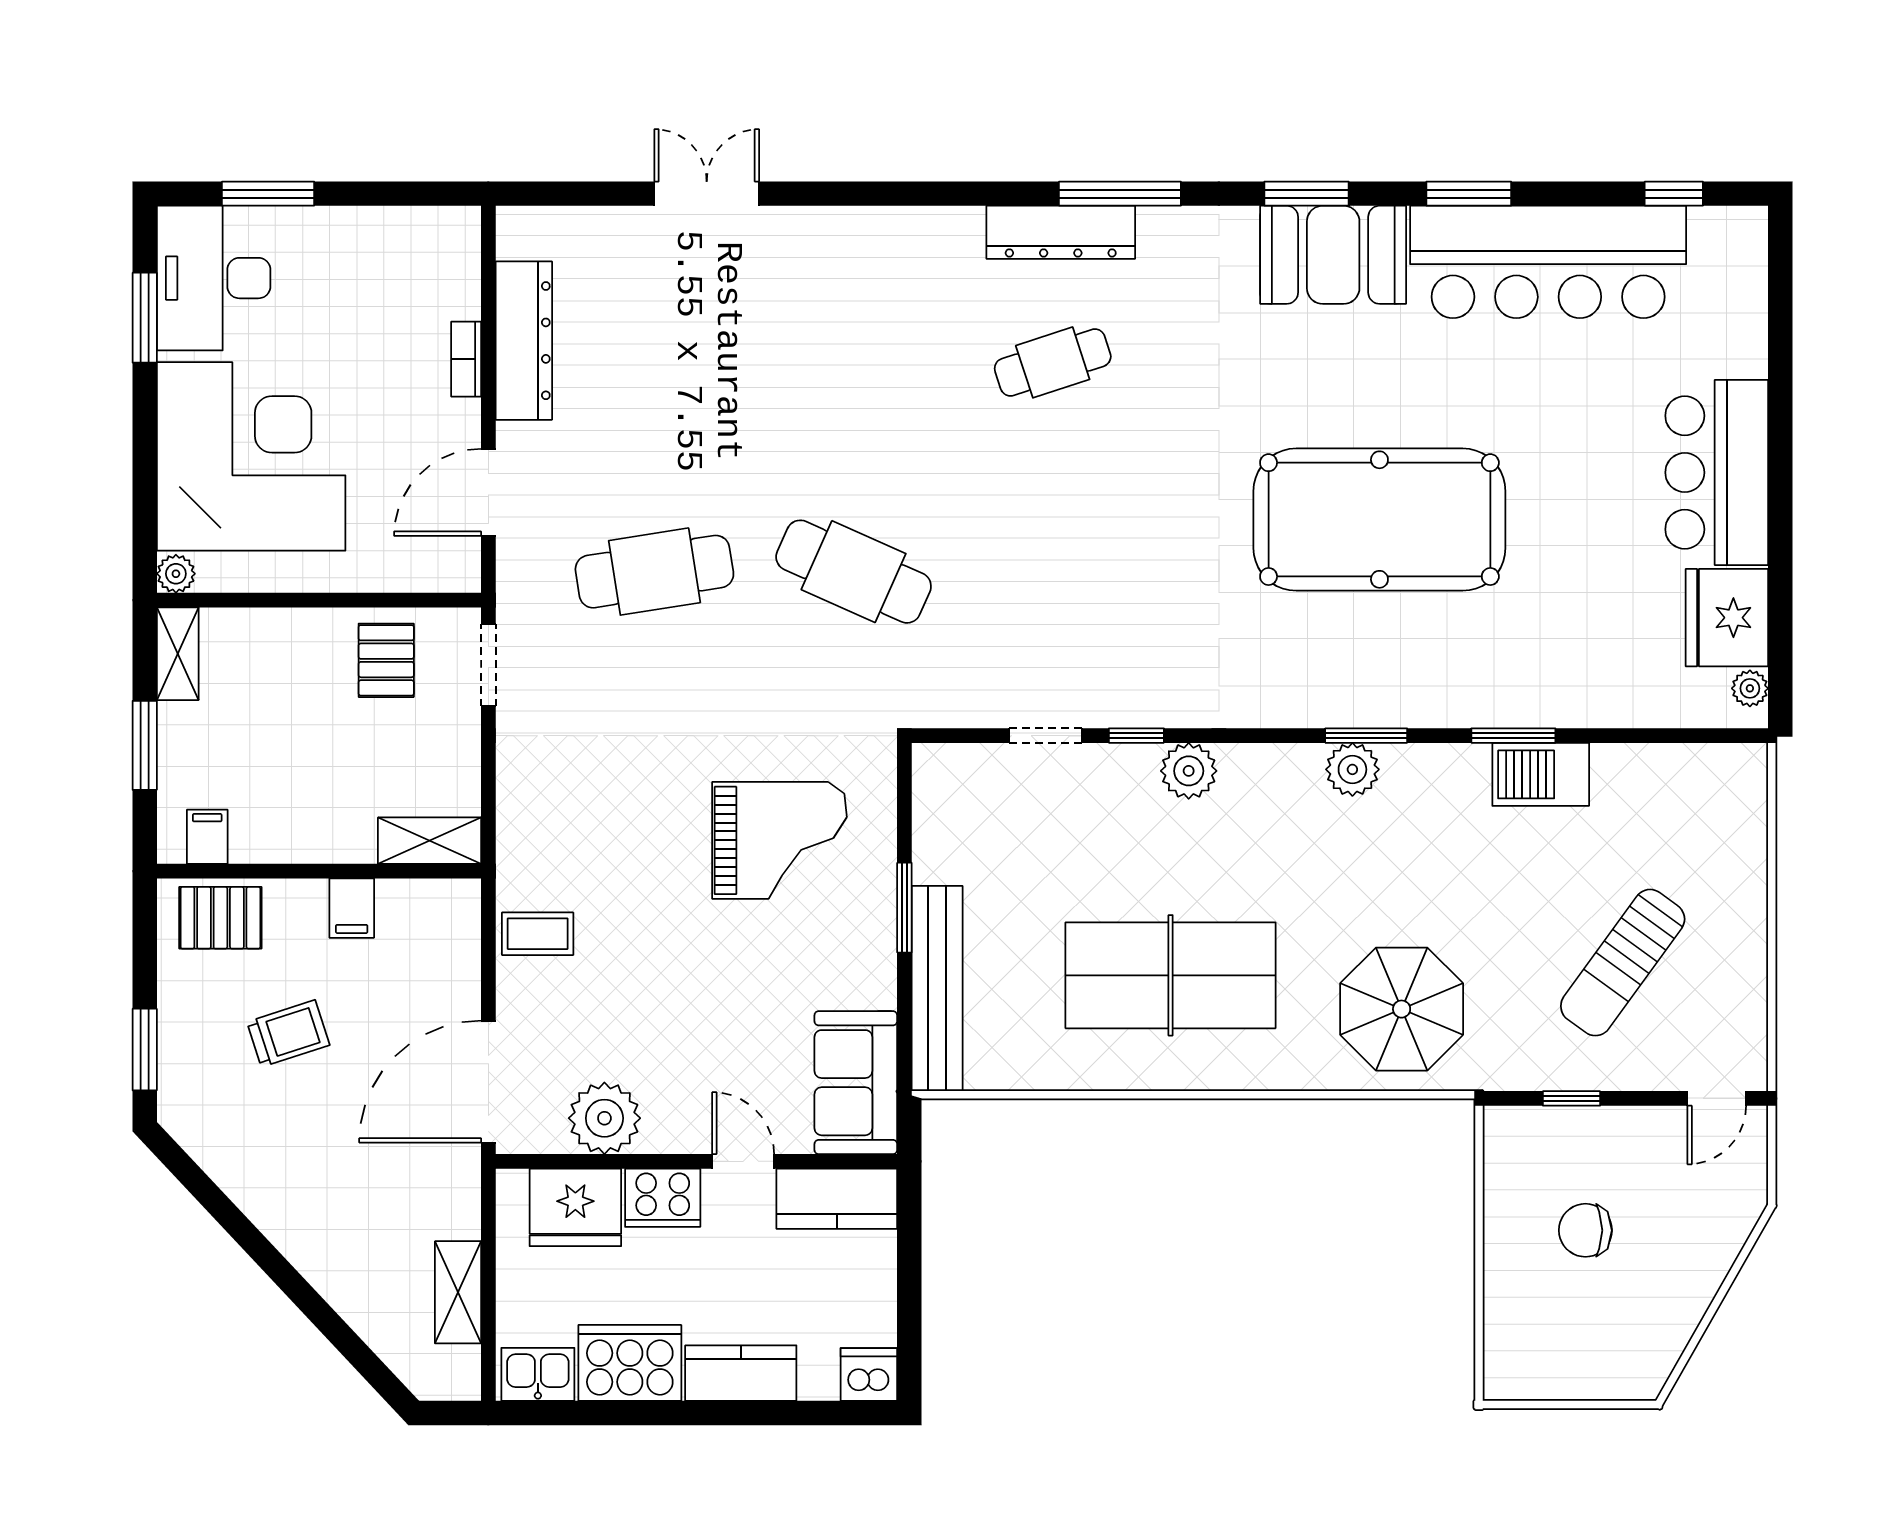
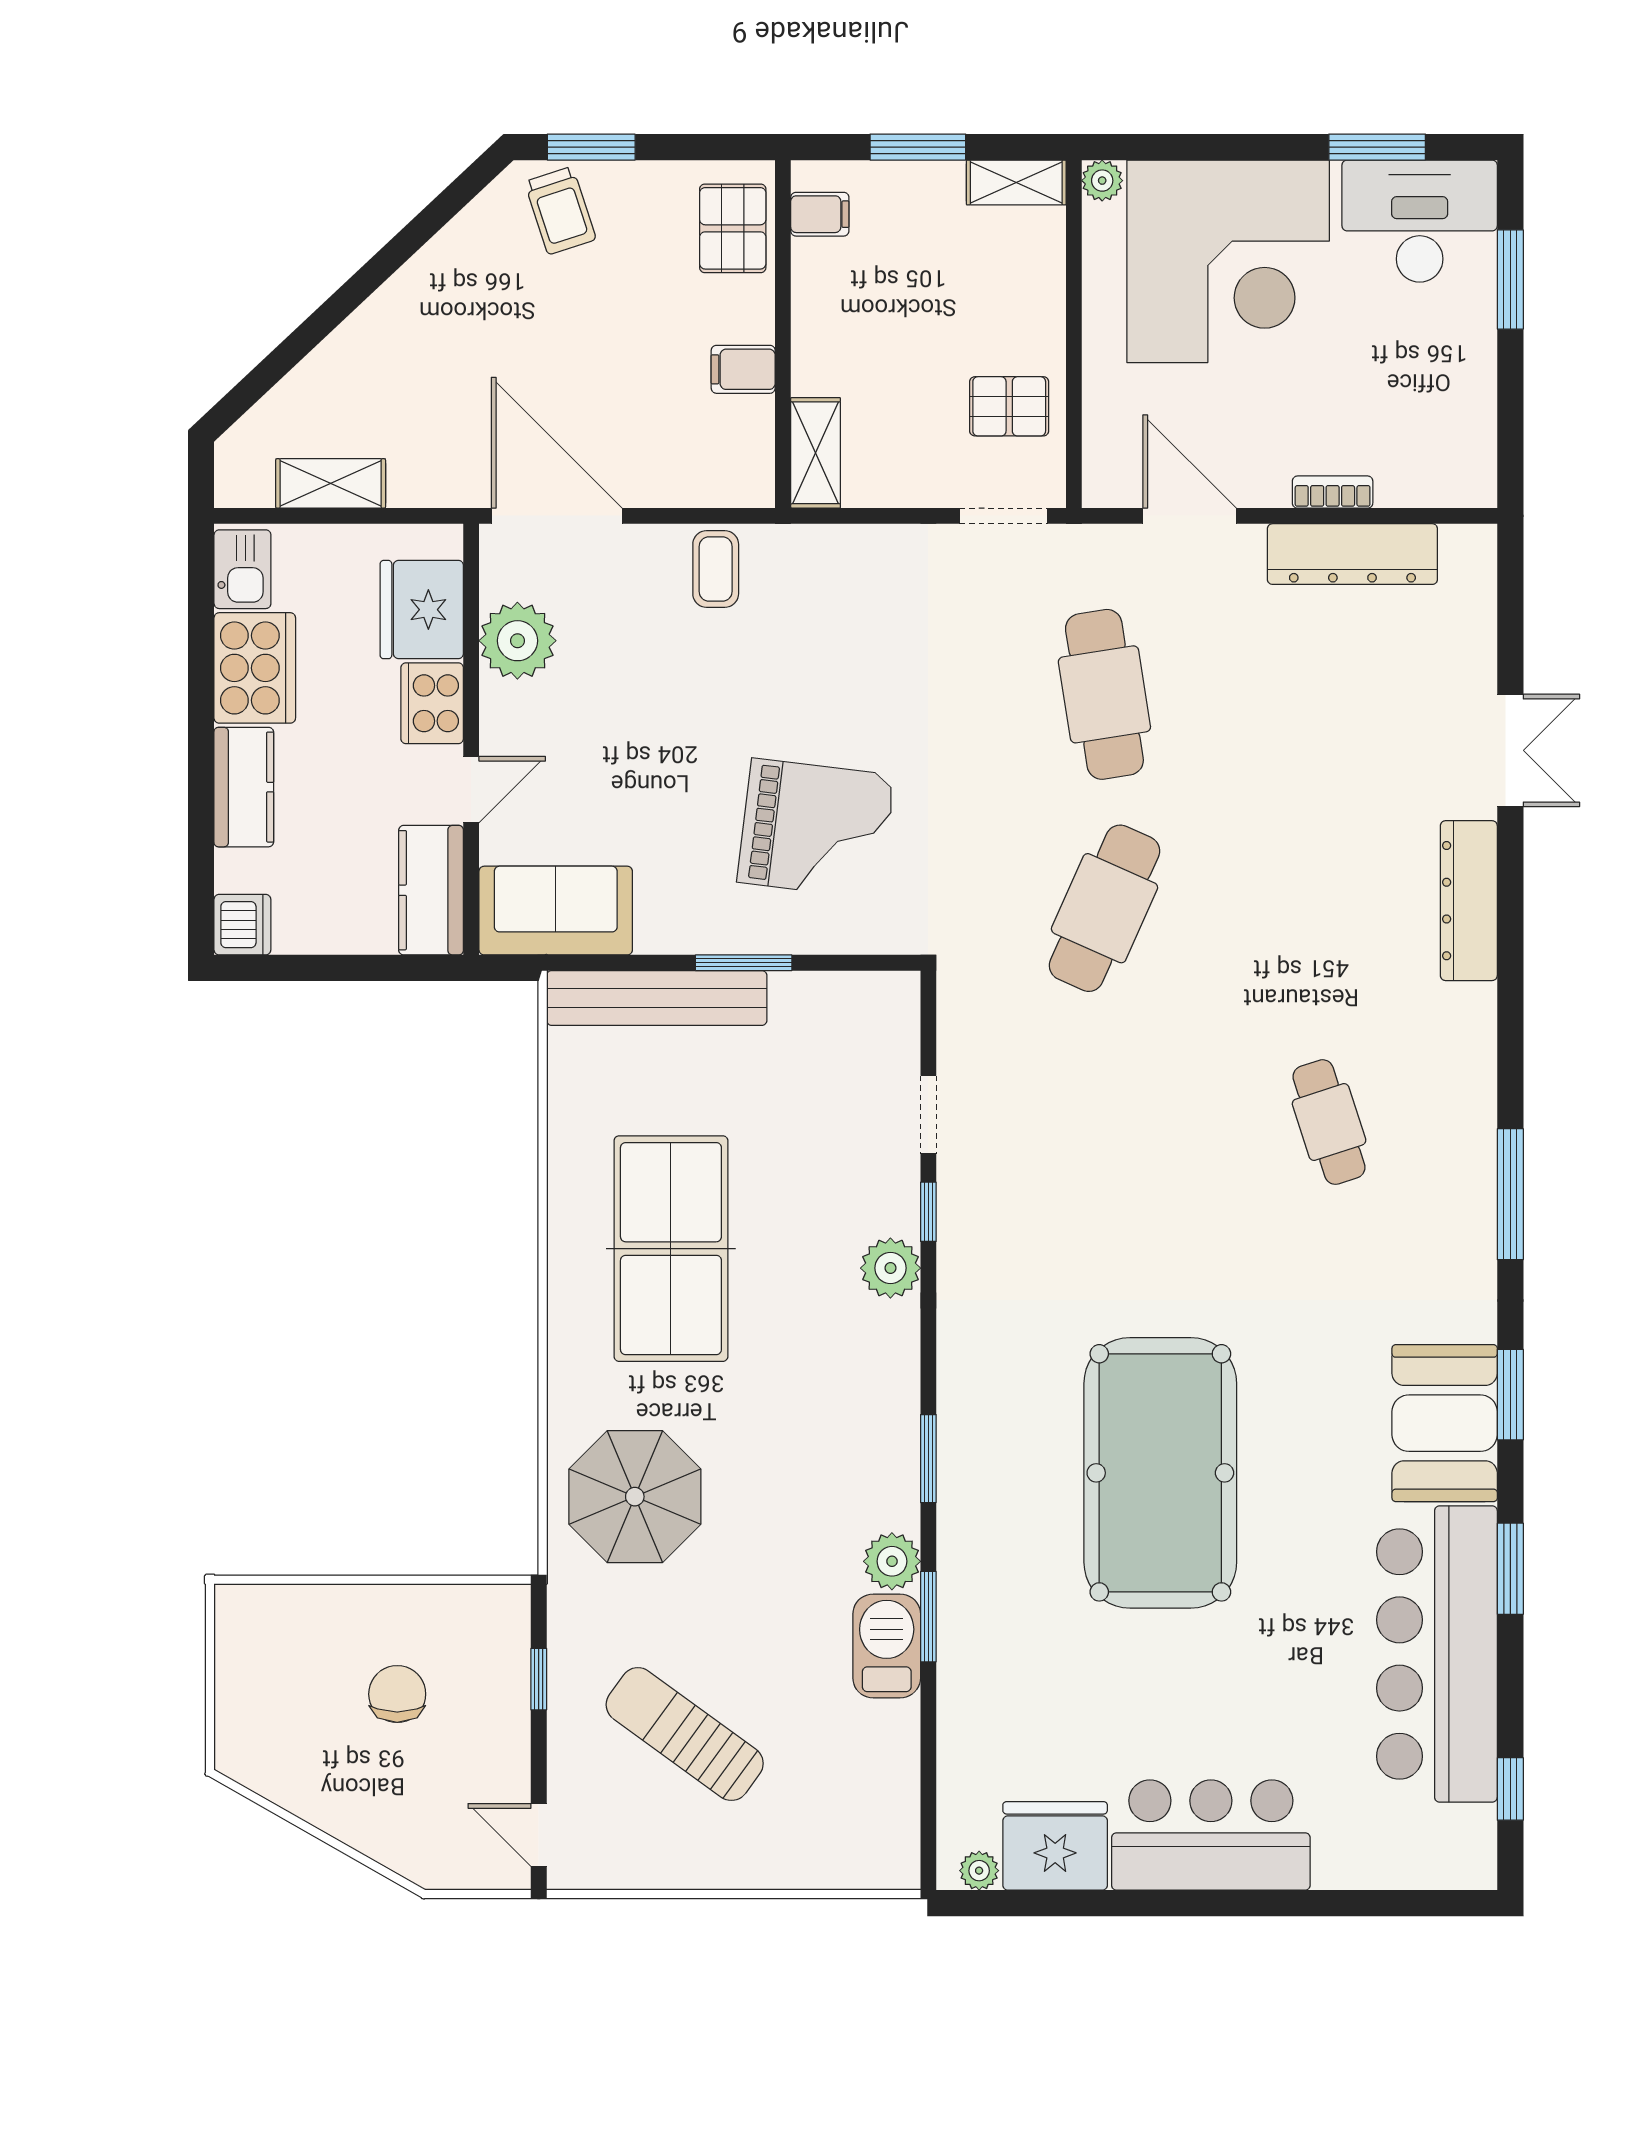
dresser: (1061, 232) -> (1469, 901), moved
plant: (1352, 769) -> (892, 1561), moved
grand piano: (779, 840) -> (816, 829), turned -83
trolley: (288, 1033) -> (560, 211), moved

